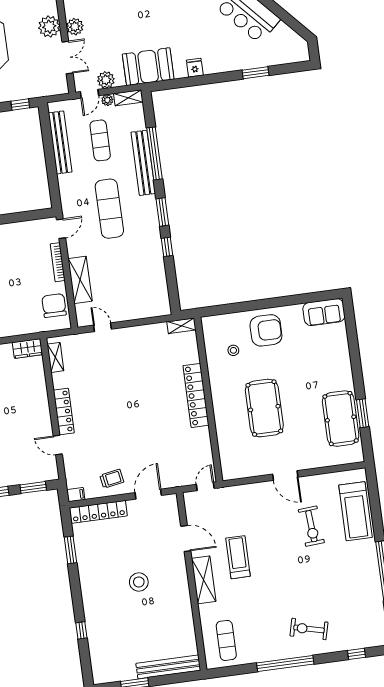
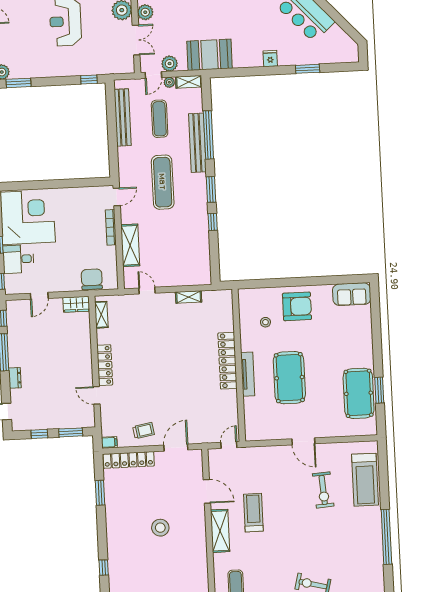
fridge: (195, 68) -> (270, 59), moved
chair: (54, 306) -> (92, 279), moved
shelving: (181, 326) -> (189, 297), moved
tv unit: (219, 408) -> (248, 374), added

